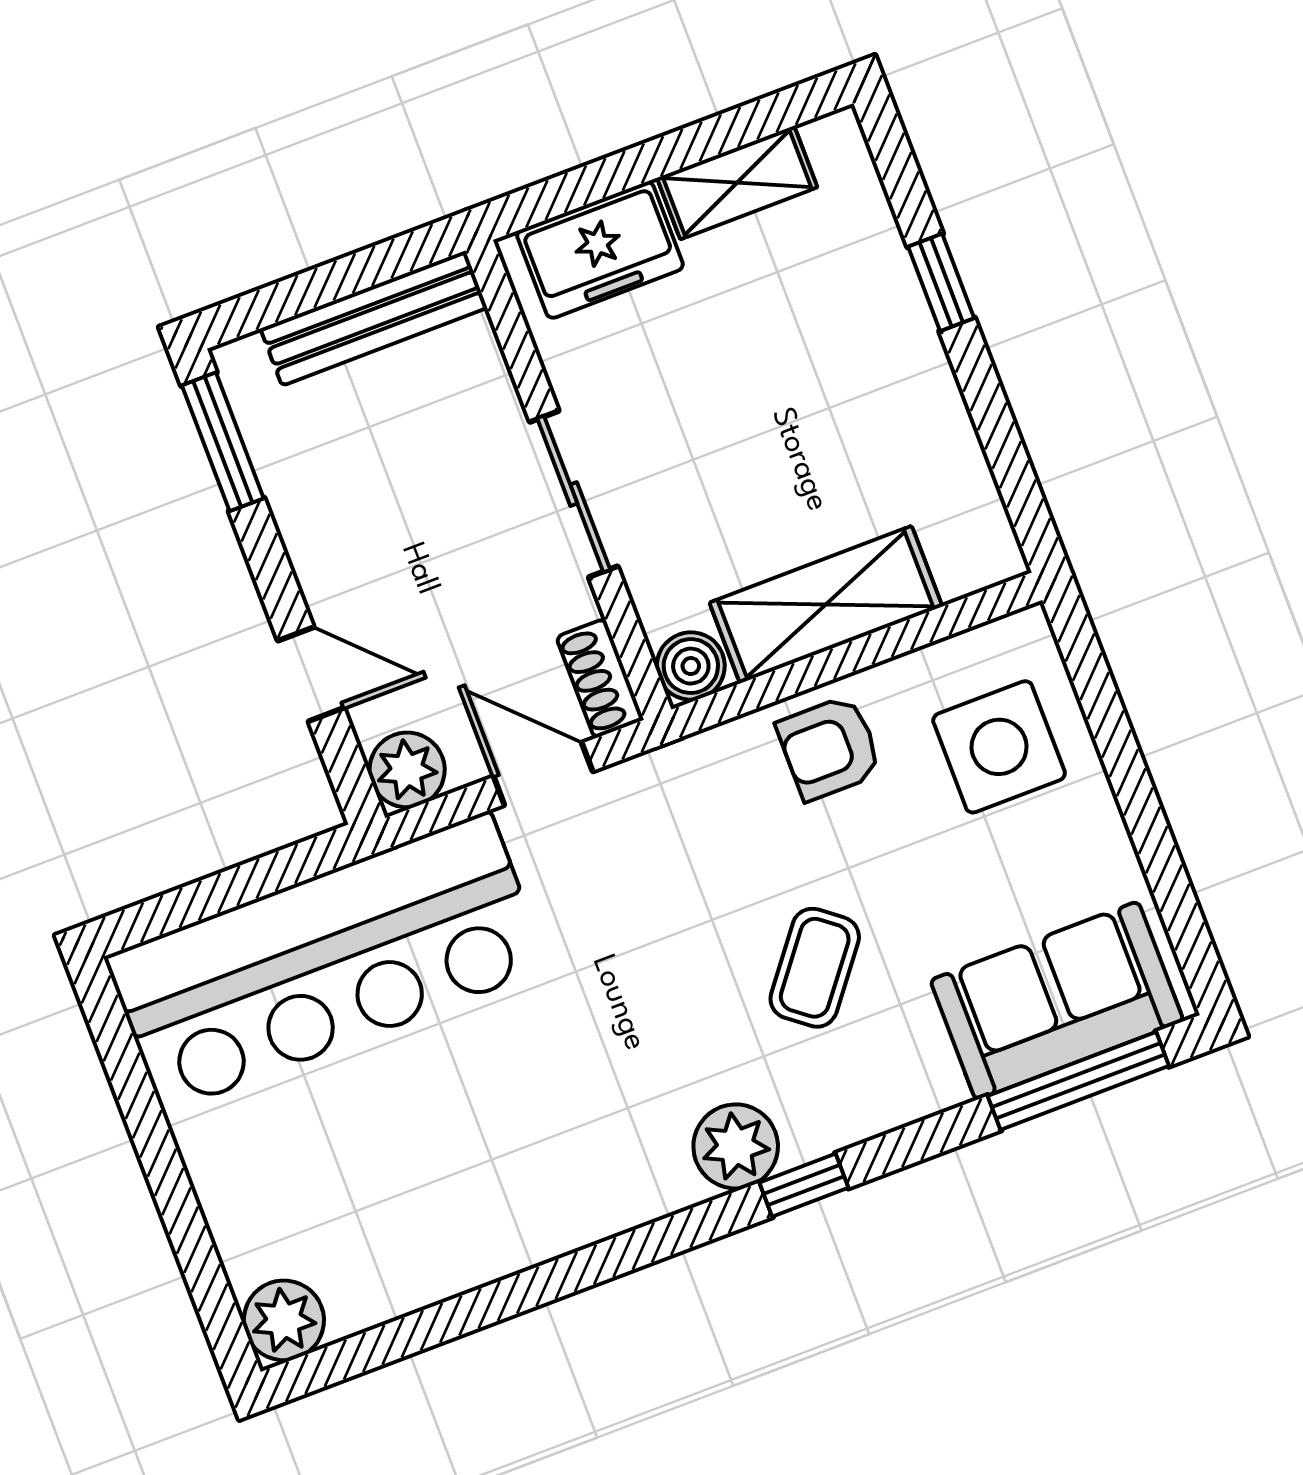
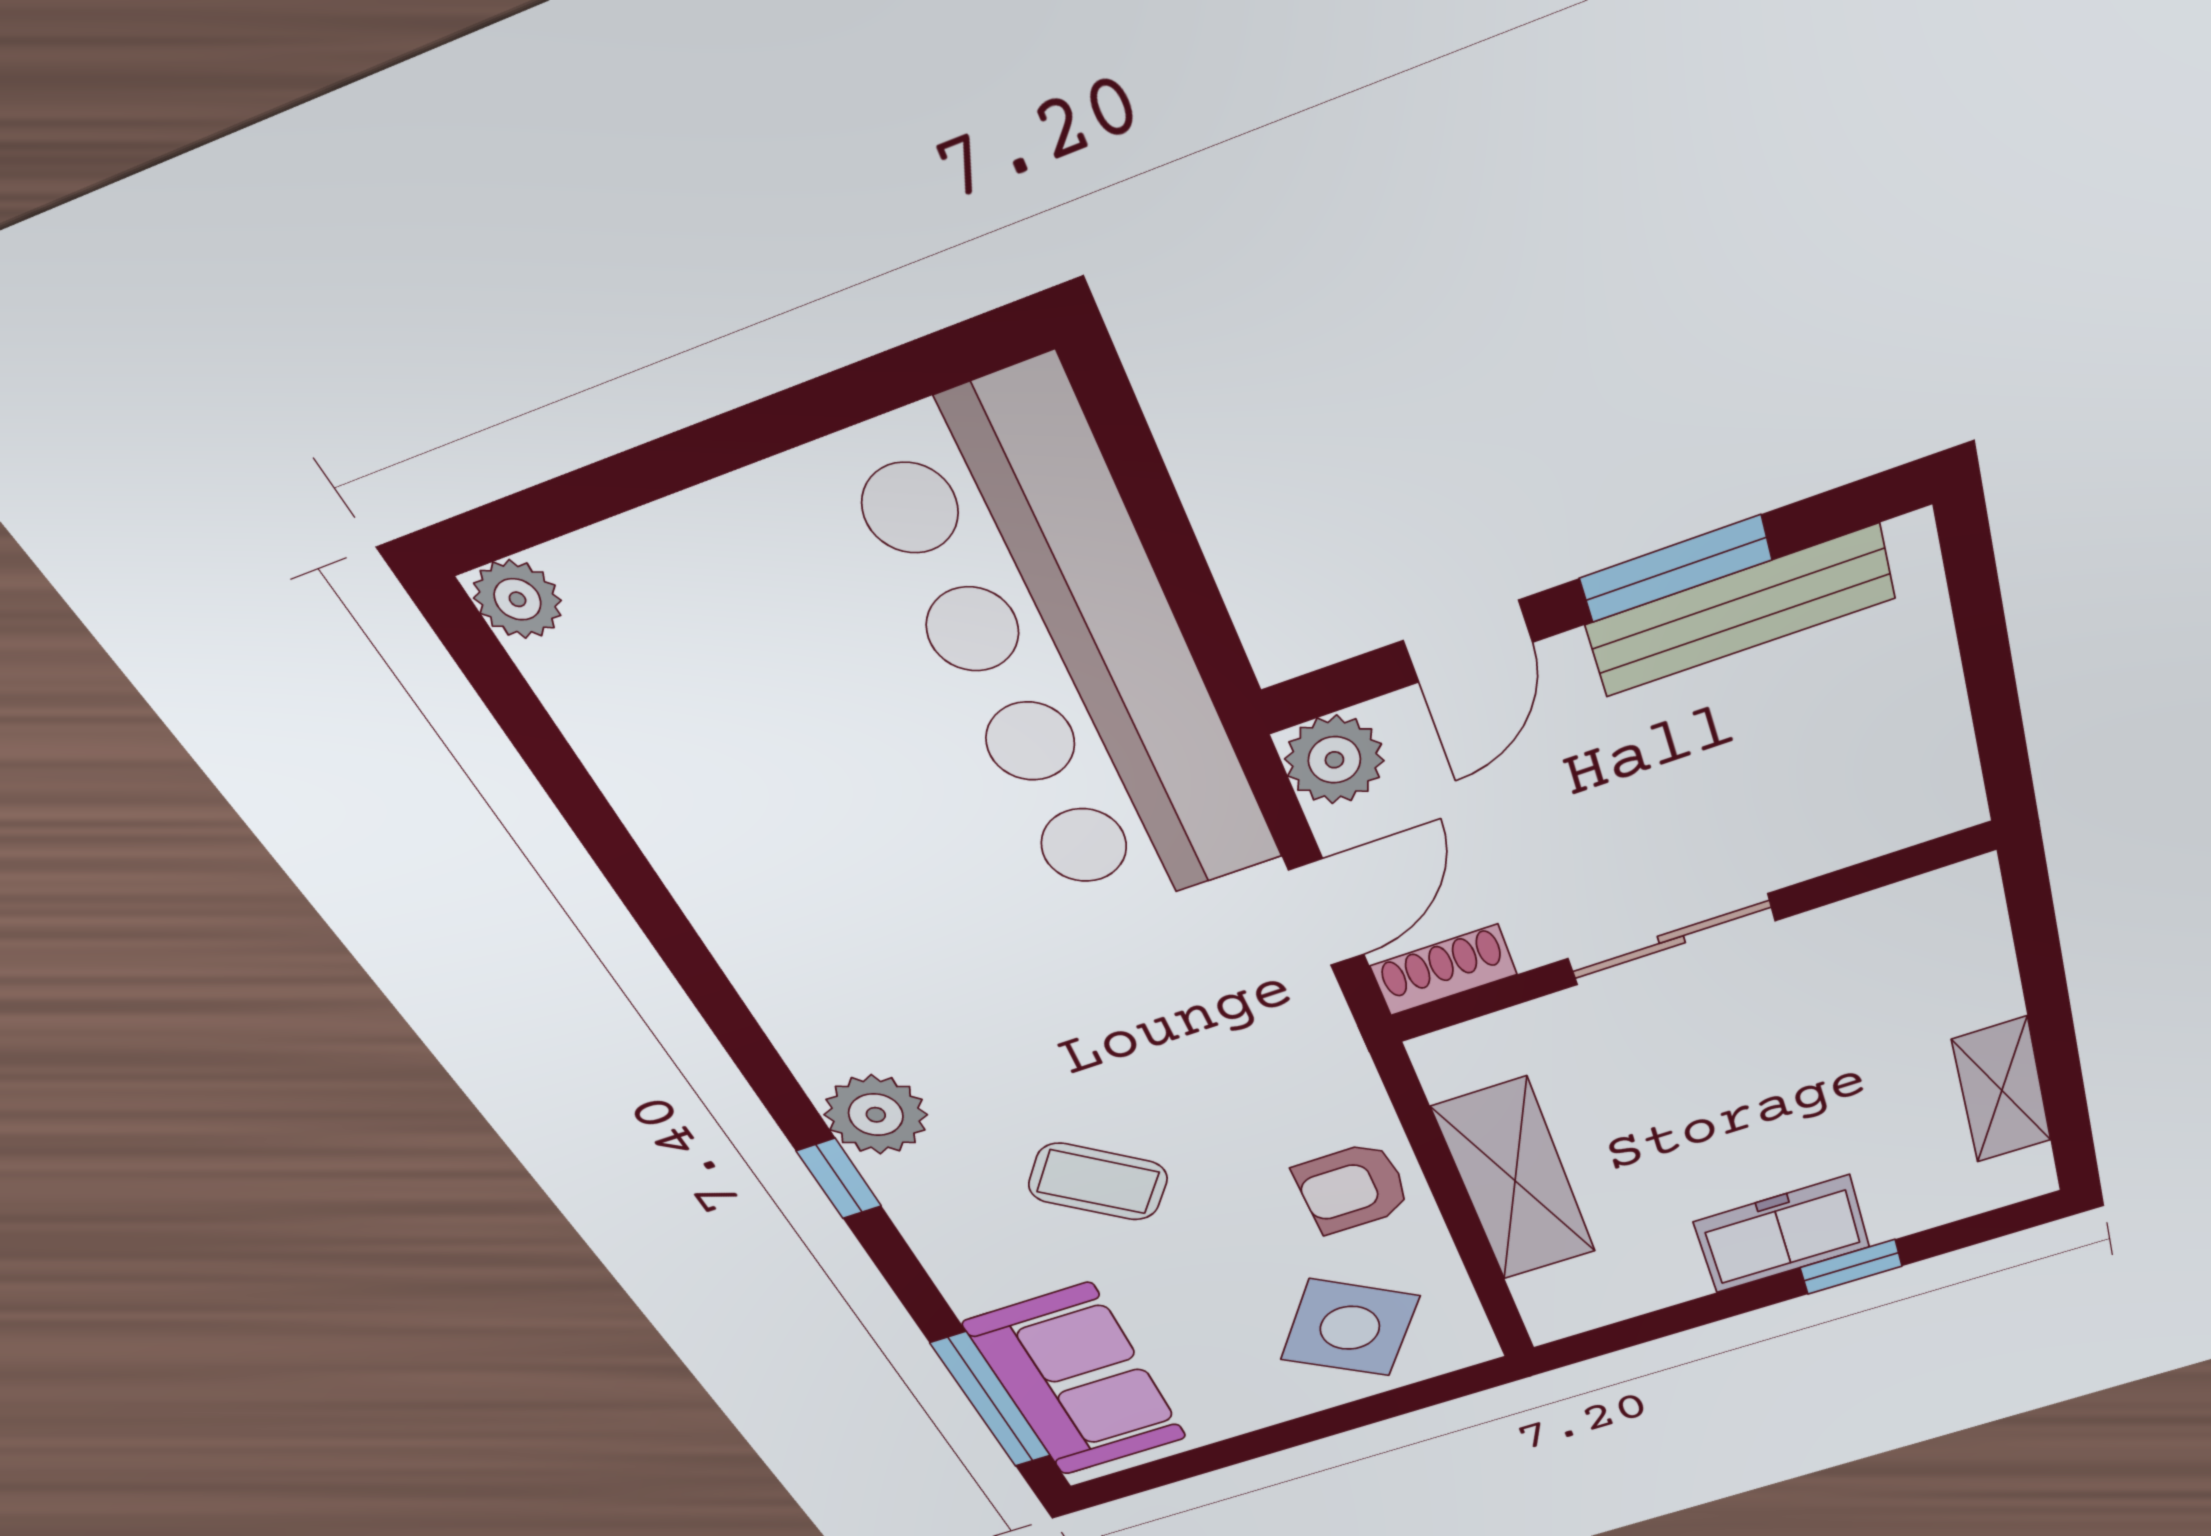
freezer: (600, 250) -> (1782, 1234), moved, turned 90
bench: (374, 318) -> (1740, 611), moved, turned 90
window: (223, 442) -> (1676, 569), moved
boiler: (691, 666) -> (1453, 1060), removed
side table: (999, 747) -> (1350, 1328), turned 35
armchair: (829, 748) -> (1352, 1188), turned -90
plant: (284, 1320) -> (518, 599), width x0.73, depth x0.73

